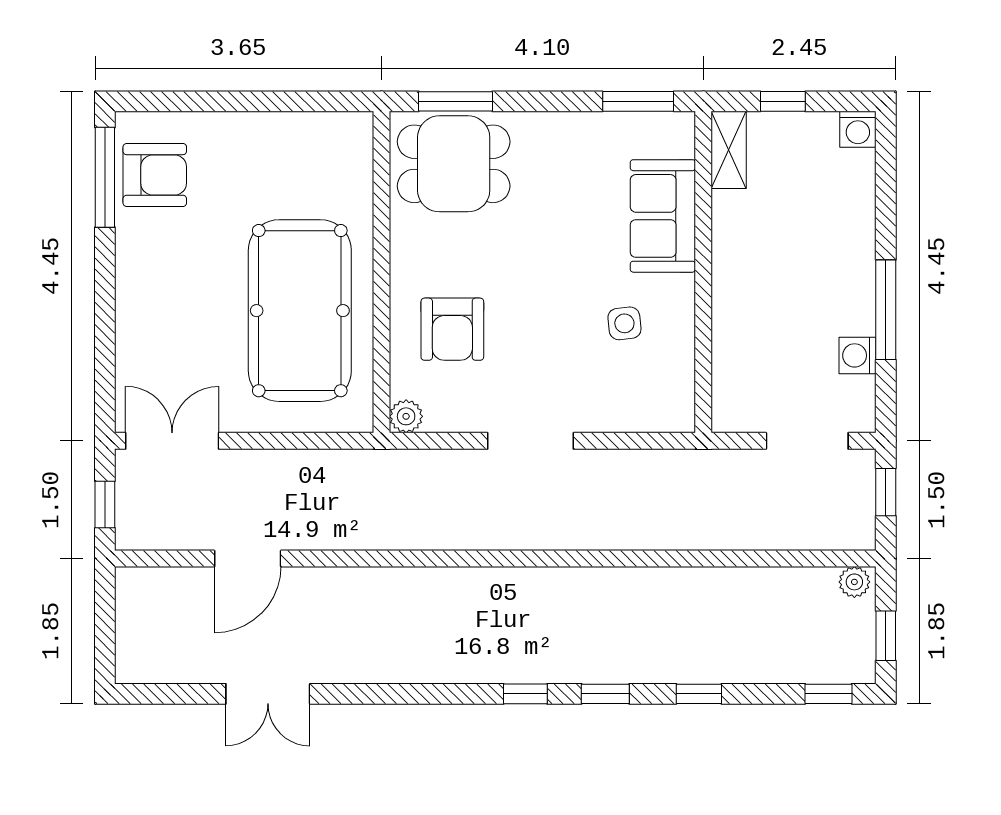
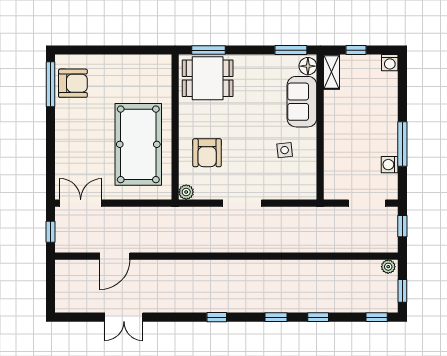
floor lamp: (676, 137) -> (308, 66), added
window: (525, 694) -> (217, 317), moved

